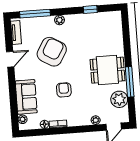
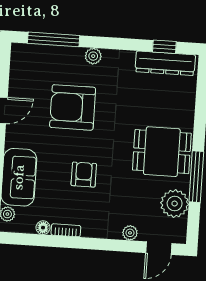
window: (90, 9) -> (164, 47), moved
dresser: (102, 18) -> (165, 63), added
tv unit: (16, 32) -> (17, 67), removed
armchair: (52, 52) -> (73, 107), turned -121

